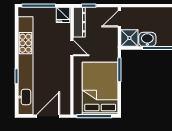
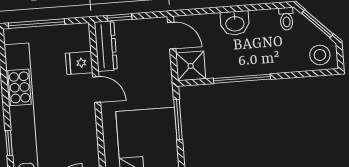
fridge: (63, 15) -> (79, 63), moved, turned 90
door: (119, 19) -> (172, 36), swing flipped
washbasin: (147, 39) -> (235, 23), moved, turned 180

